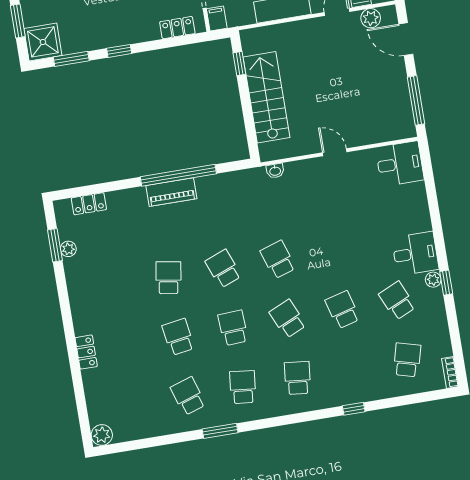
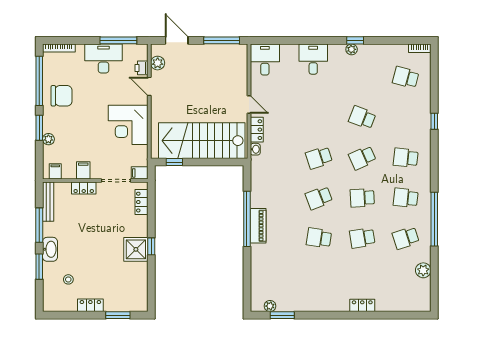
door: (406, 39) -> (177, 40), swing flipped
shower: (43, 42) -> (136, 249), moved
window: (71, 59) -> (151, 281), removed
stairs: (267, 97) -> (202, 141), width x1.36, depth x1.51
door: (335, 152) -> (249, 105), swing flipped
locker: (89, 204) -> (257, 130), moved
plant: (68, 249) -> (270, 306), moved
desk: (415, 253) -> (313, 59), moved
school desk: (397, 301) -> (362, 77), removed
school desk: (343, 310) -> (362, 118), turned 36
window: (220, 431) -> (434, 219), width x2.11
plant: (102, 435) -> (423, 270), moved

